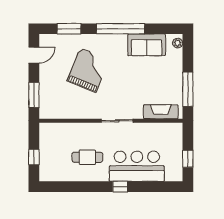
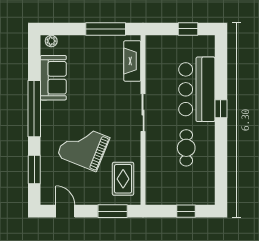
rug: (61, 104) -> (123, 179), added

